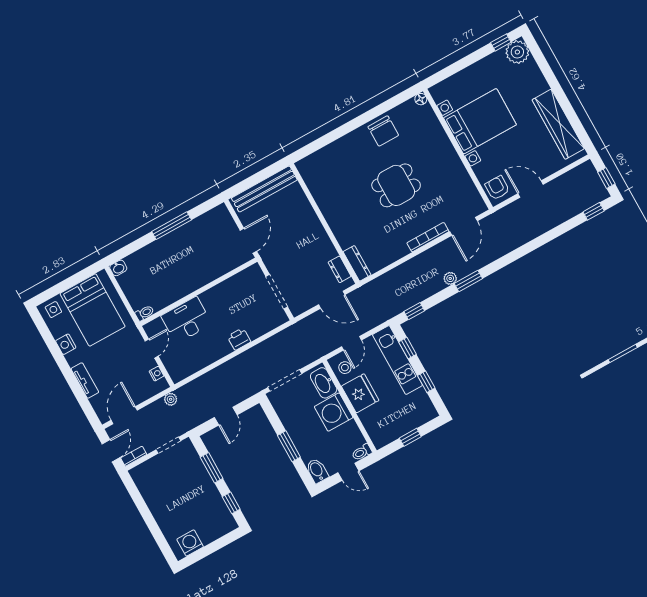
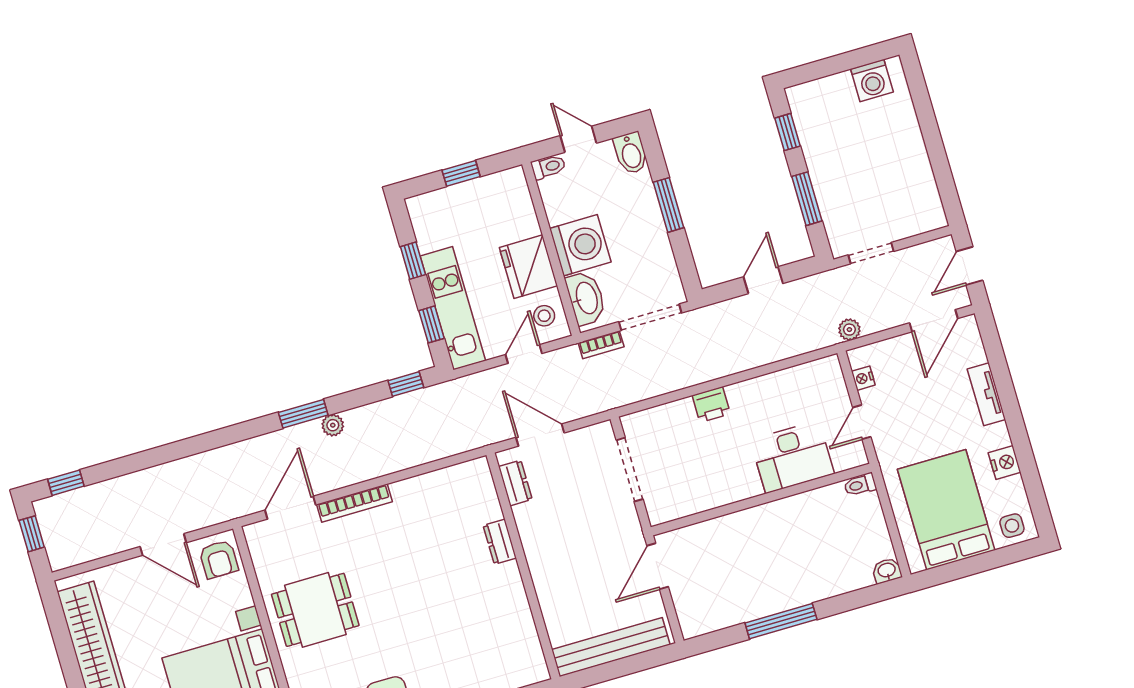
dining table: (396, 185) -> (315, 610), moved
dresser: (357, 263) -> (500, 542), moved, width x0.70
bookcase: (134, 456) -> (601, 345), moved

